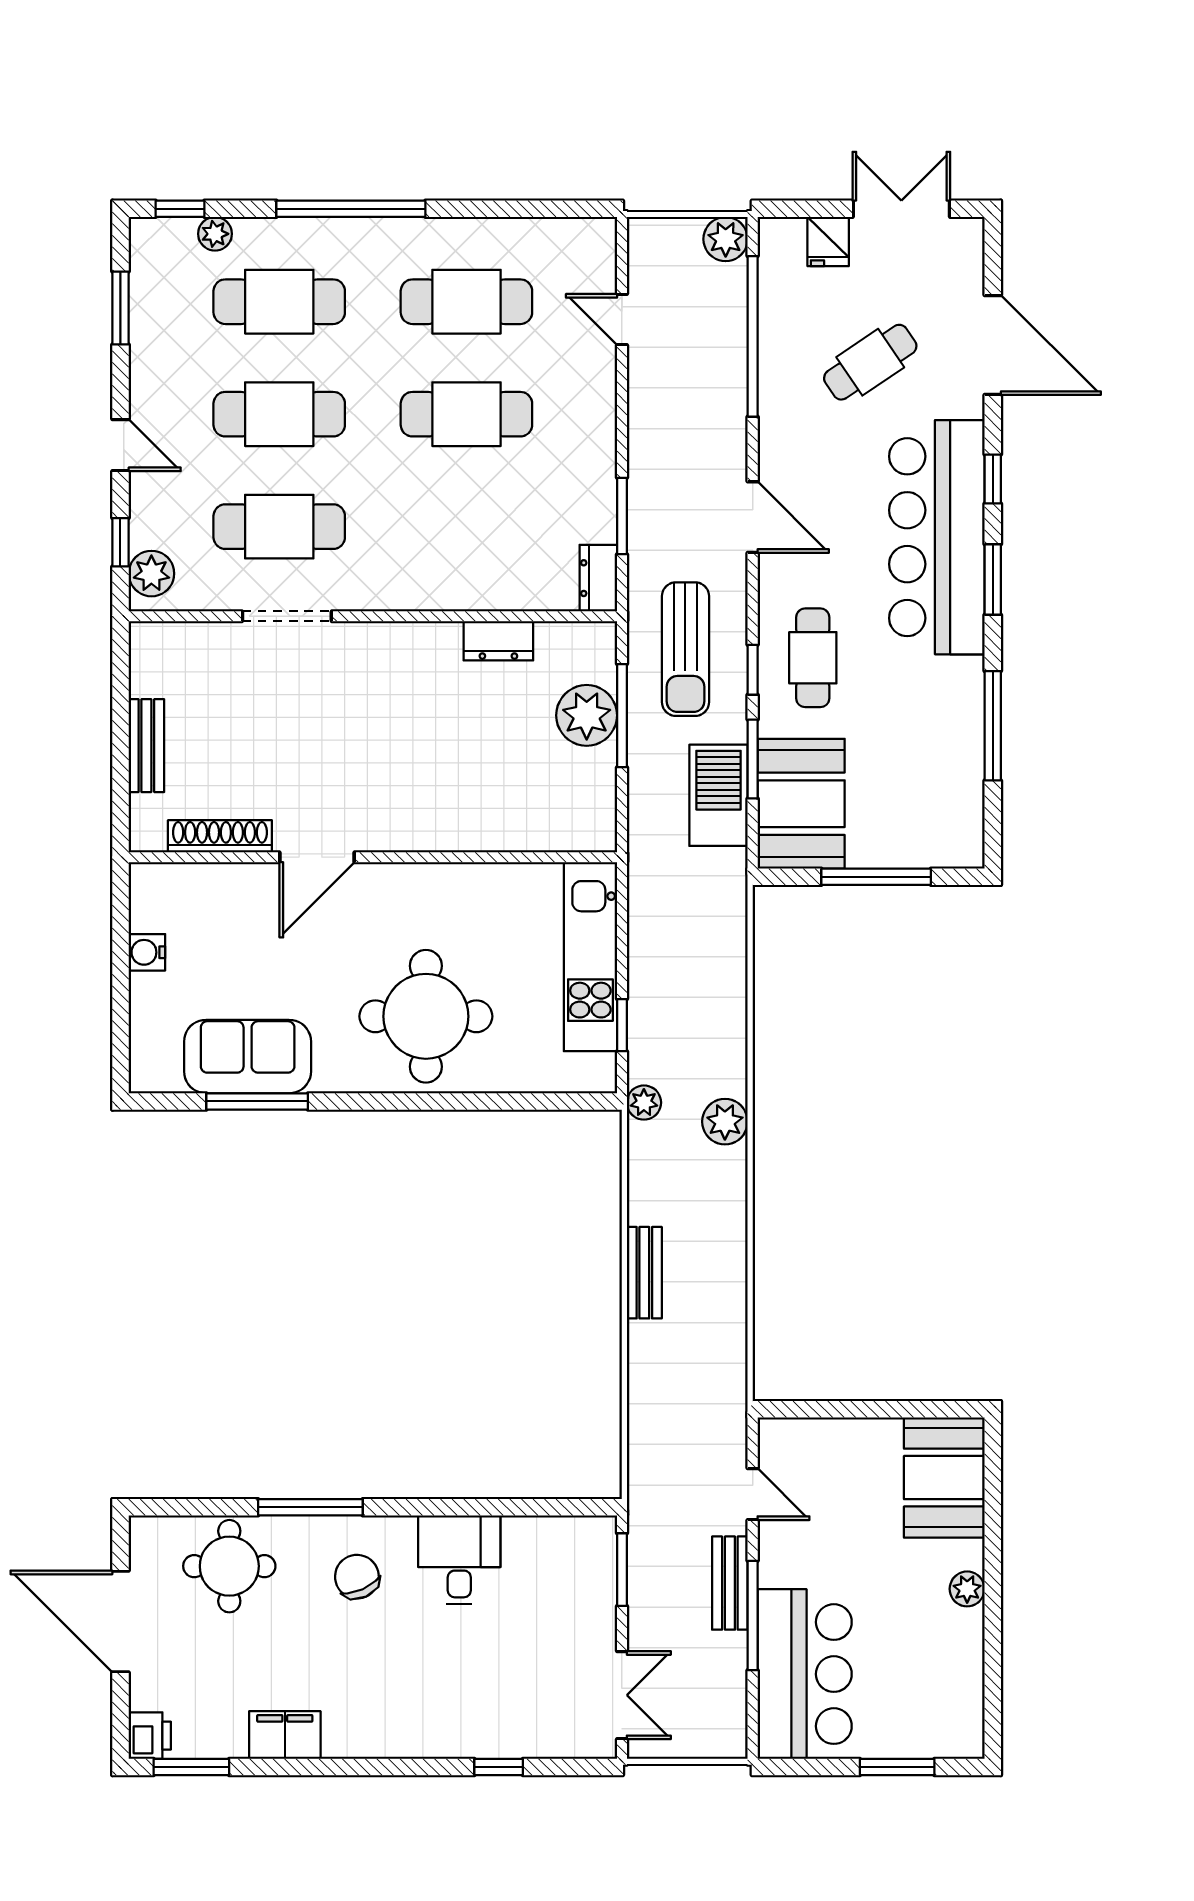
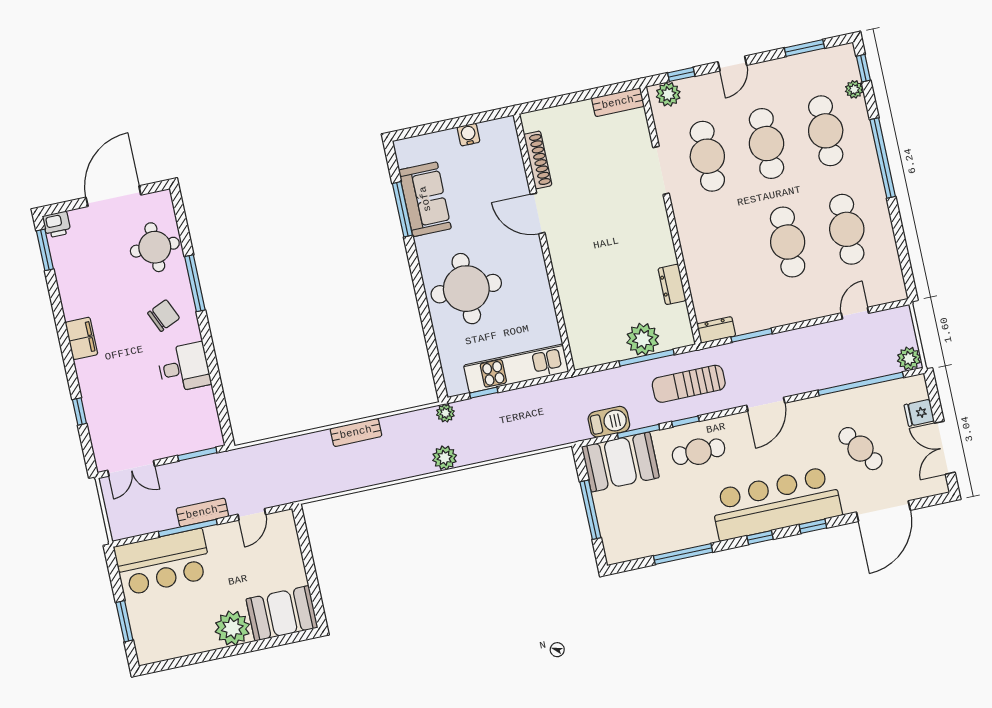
double door: (901, 209) -> (945, 448), swing flipped
window: (993, 580) -> (760, 538), width x0.67
bench: (146, 746) -> (618, 102), moved
barbecue: (719, 795) -> (609, 422), width x0.73, depth x0.83
plant: (967, 1589) -> (232, 628), width x1.88, depth x1.88
filing cabinet: (285, 1735) -> (81, 338), moved

